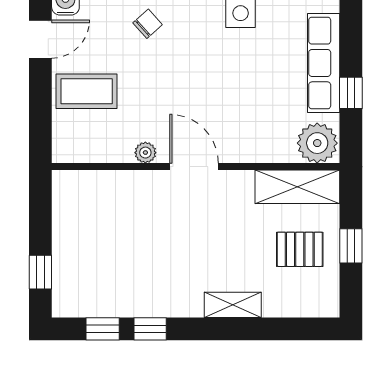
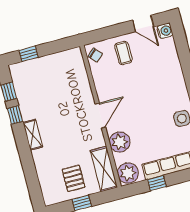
chair: (148, 24) -> (95, 55), moved
coffee table: (87, 91) -> (123, 53), width x0.73, depth x0.77
plant: (145, 153) -> (120, 142), moved, width x1.88, depth x1.88
shelving: (233, 305) -> (33, 135), moved

